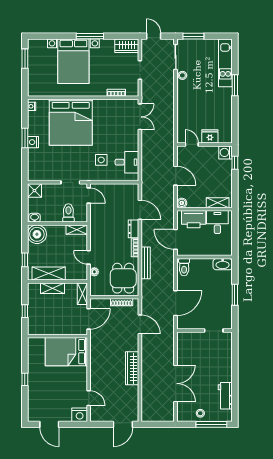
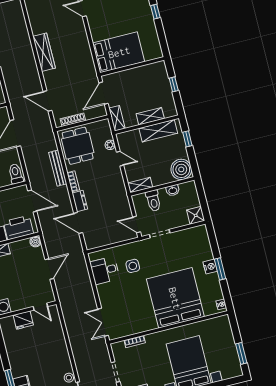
door: (176, 176) -> (49, 269), swing flipped
washbasin: (35, 218) -> (173, 190), moved

